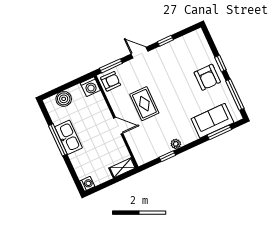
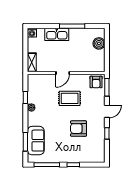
armchair: (207, 77) -> (78, 129), moved
washing machine: (90, 87) -> (99, 66), removed
kitchen sink: (69, 137) -> (57, 34), moved

